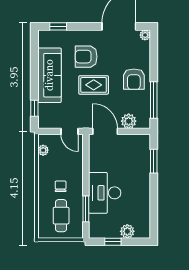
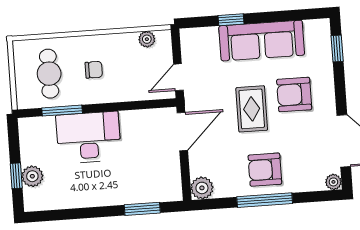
armchair: (86, 57) -> (294, 95), turned -90
window: (154, 100) -> (265, 200), moved
window: (34, 108) -> (231, 20), moved
plant: (129, 121) -> (202, 188), moved
cafe table: (61, 216) -> (49, 74), turned 90
window: (113, 242) -> (16, 176), moved

